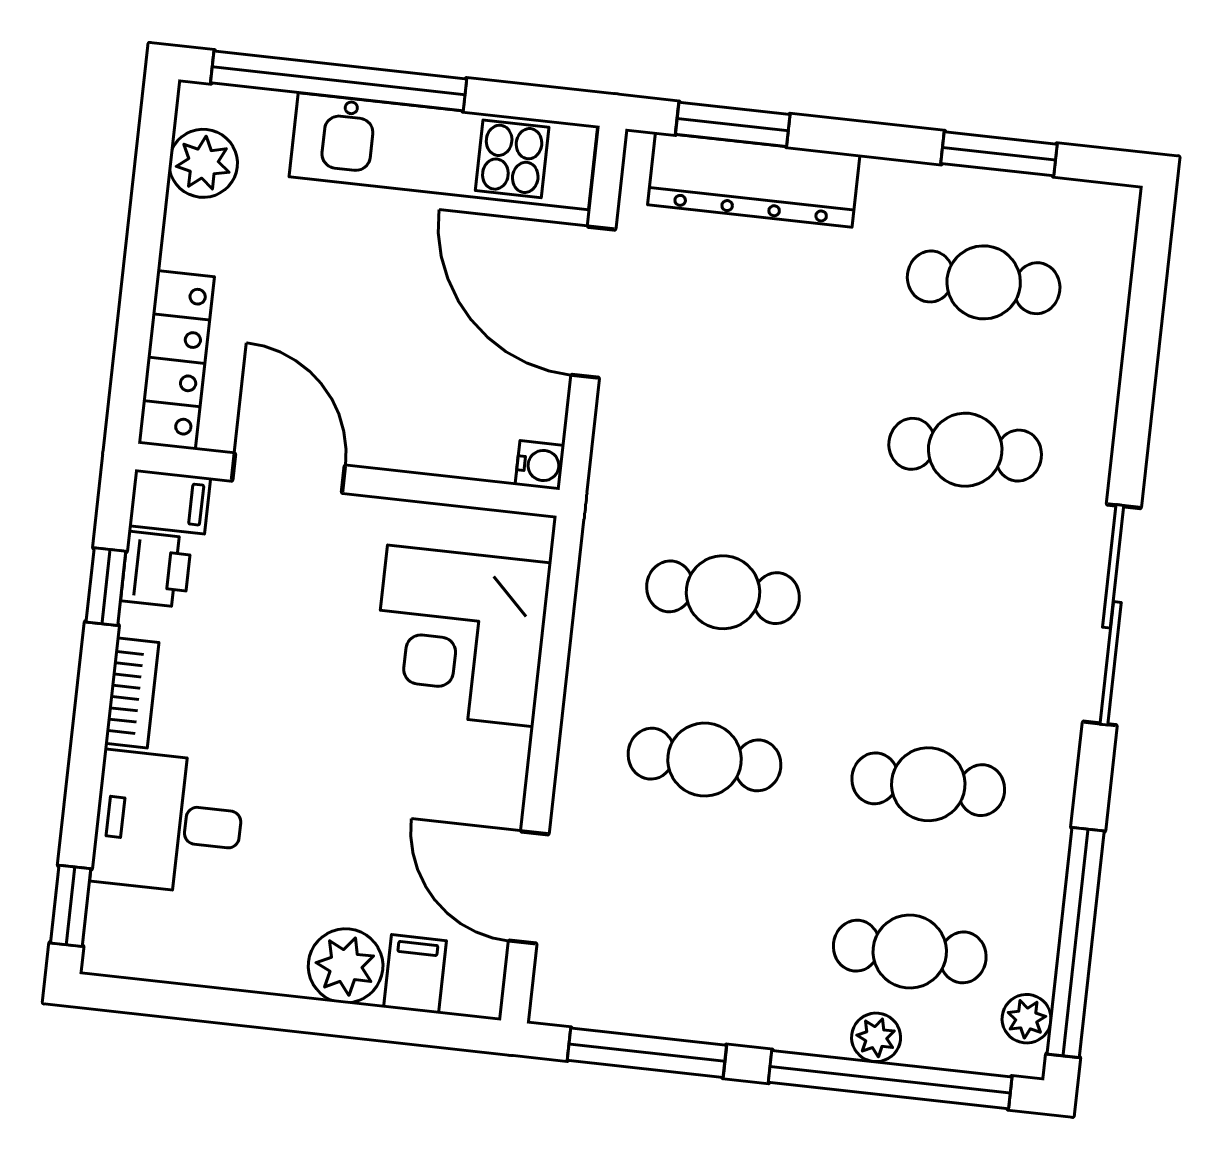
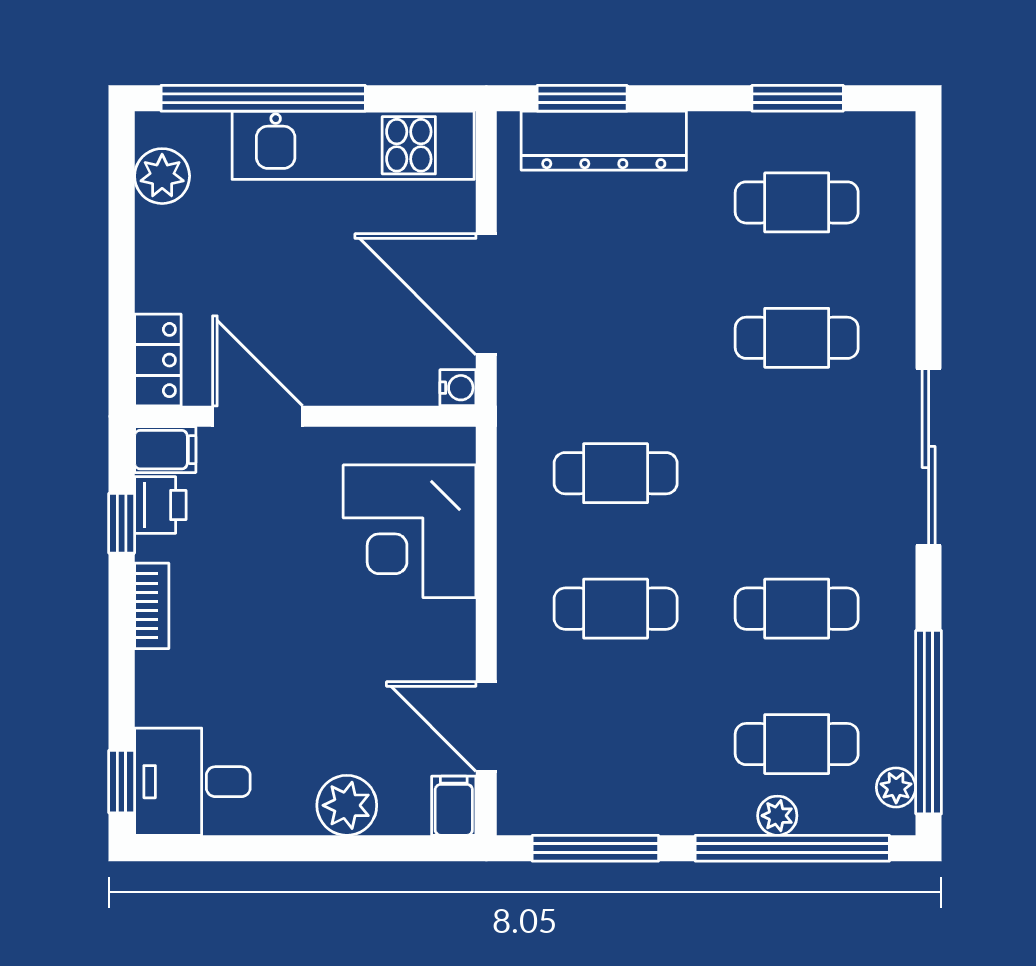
door: (593, 302) -> (486, 294), moved
locker: (176, 360) -> (158, 360), width x0.66
desk: (168, 823) -> (192, 782), moved
filing cabinet: (415, 974) -> (454, 806), moved

